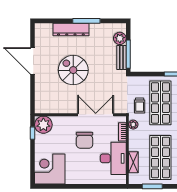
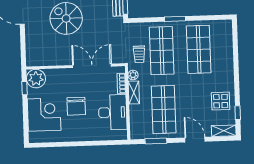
chair: (85, 140) -> (76, 106), moved
shelving: (133, 162) -> (134, 92), moved
corner desk: (50, 169) -> (44, 115), moved, turned 90

